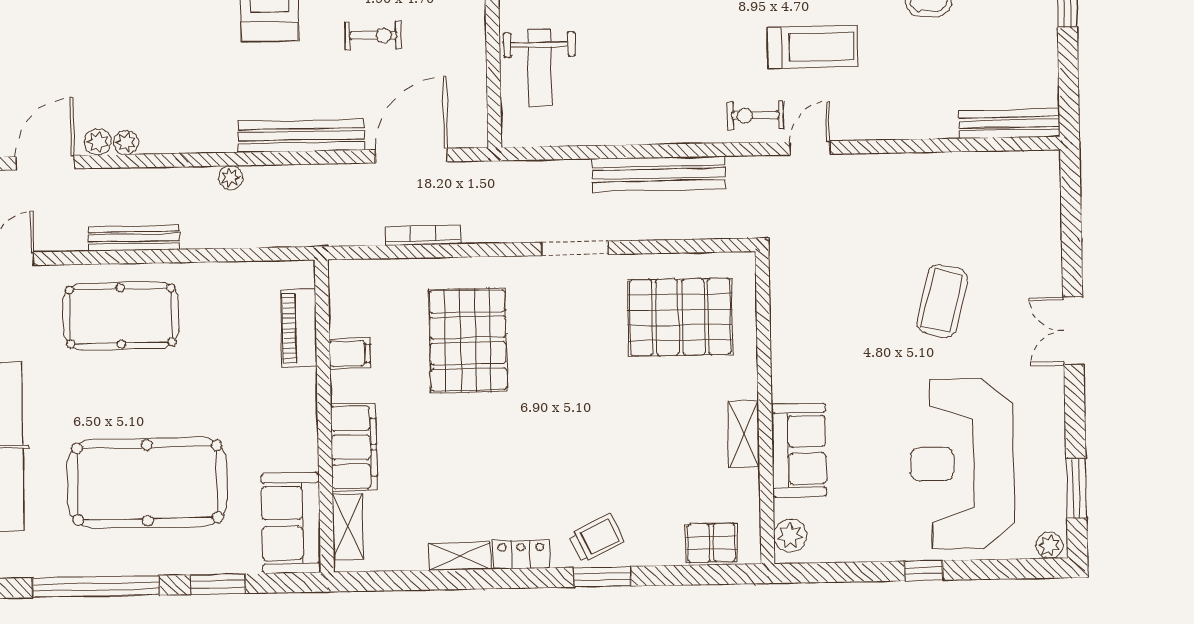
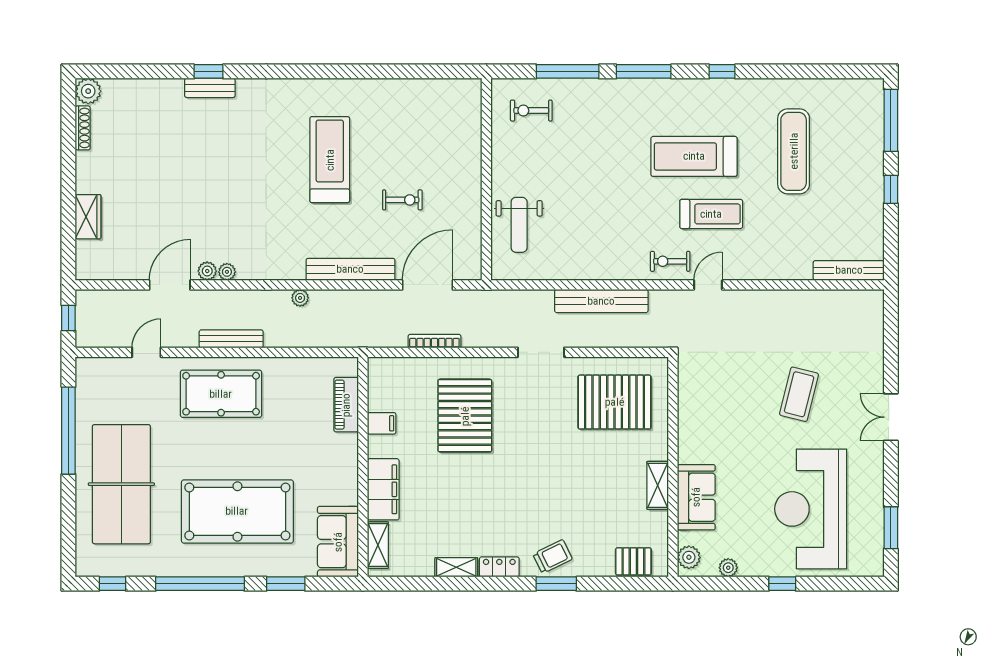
plant: (1049, 545) -> (728, 568), moved

